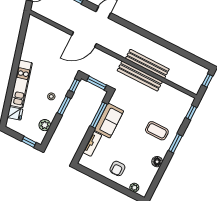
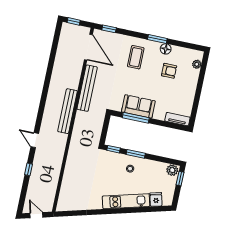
door: (84, 39) -> (88, 47), moved
bench: (147, 64) -> (68, 111), moved
window: (97, 83) -> (105, 128), removed
plant: (45, 125) -> (172, 170), moved
window: (175, 143) -> (157, 39), moved
tv unit: (92, 144) -> (177, 119), moved
armchair: (117, 168) -> (169, 71), moved

